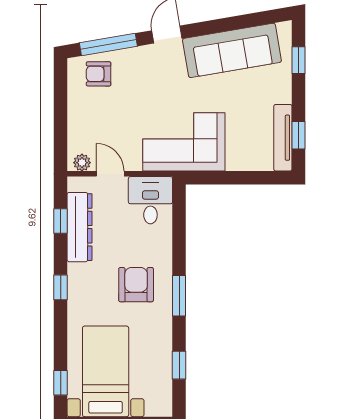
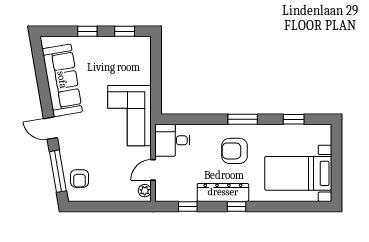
window: (299, 60) -> (87, 31), moved
tv unit: (283, 138) -> (126, 43), removed
dresser: (80, 227) -> (223, 192), moved
window: (61, 383) -> (307, 206), removed

